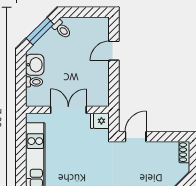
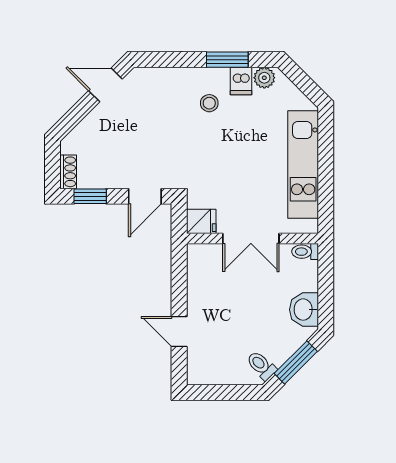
door: (114, 51) -> (179, 332), swing flipped
toilet: (34, 82) -> (305, 252), moved
window: (171, 137) -> (90, 196), added

